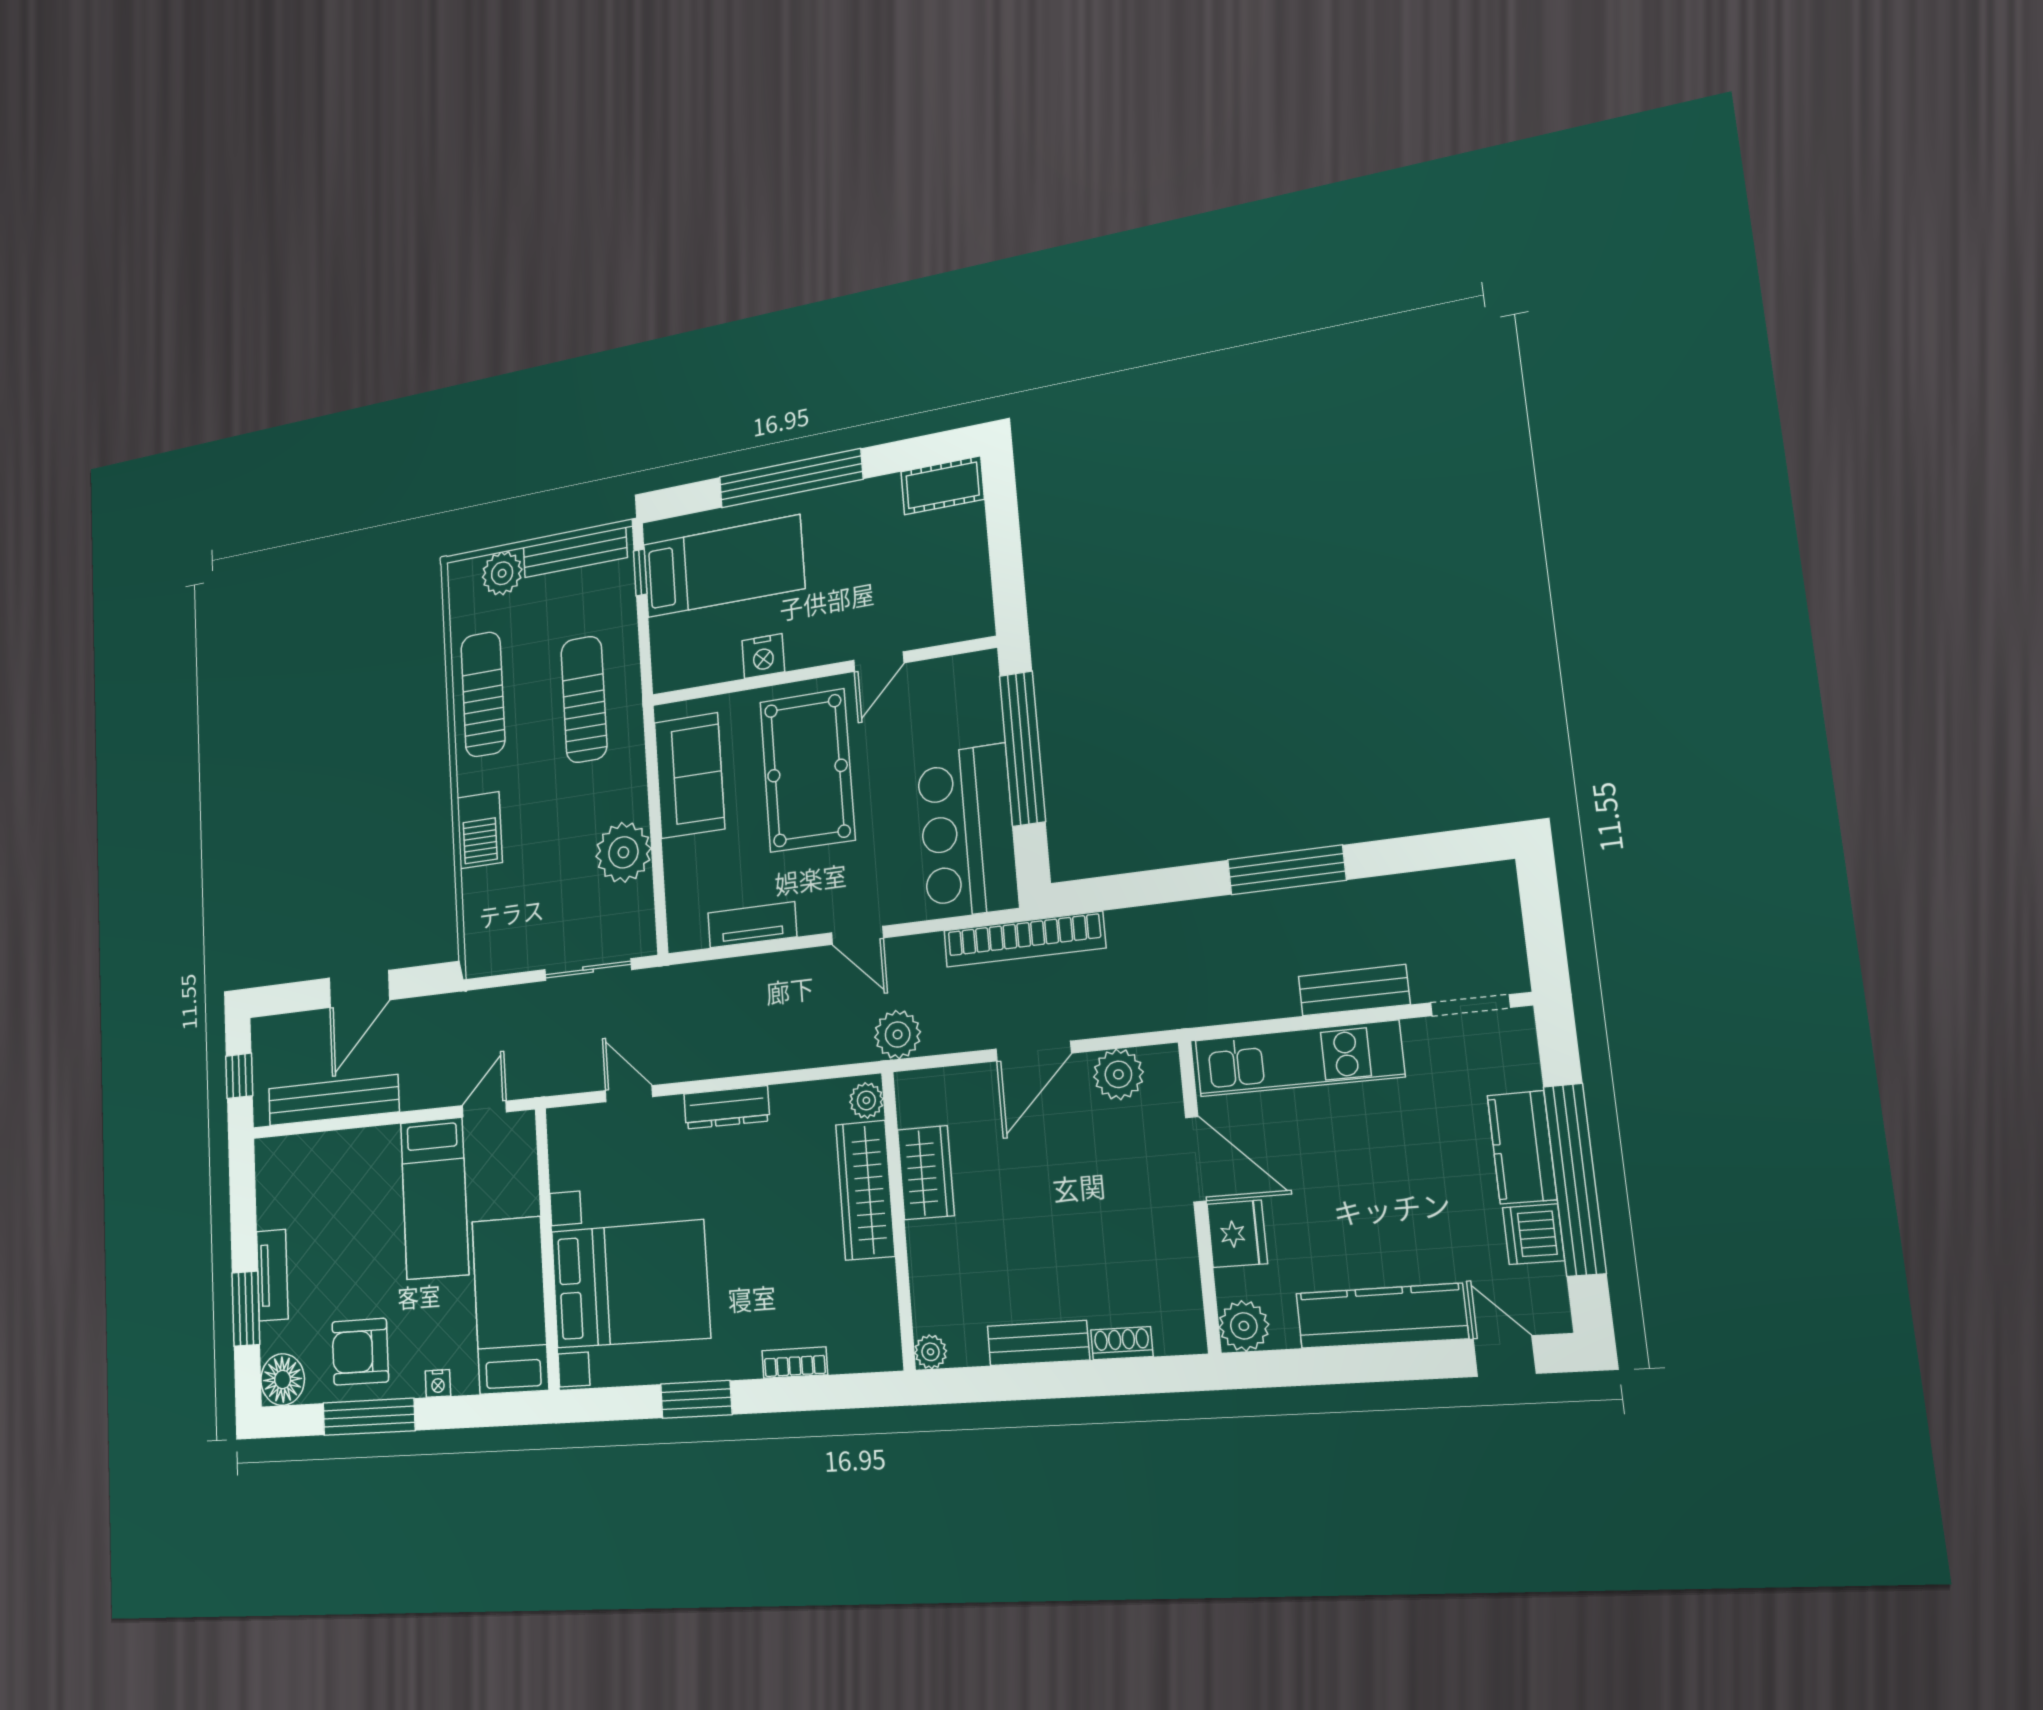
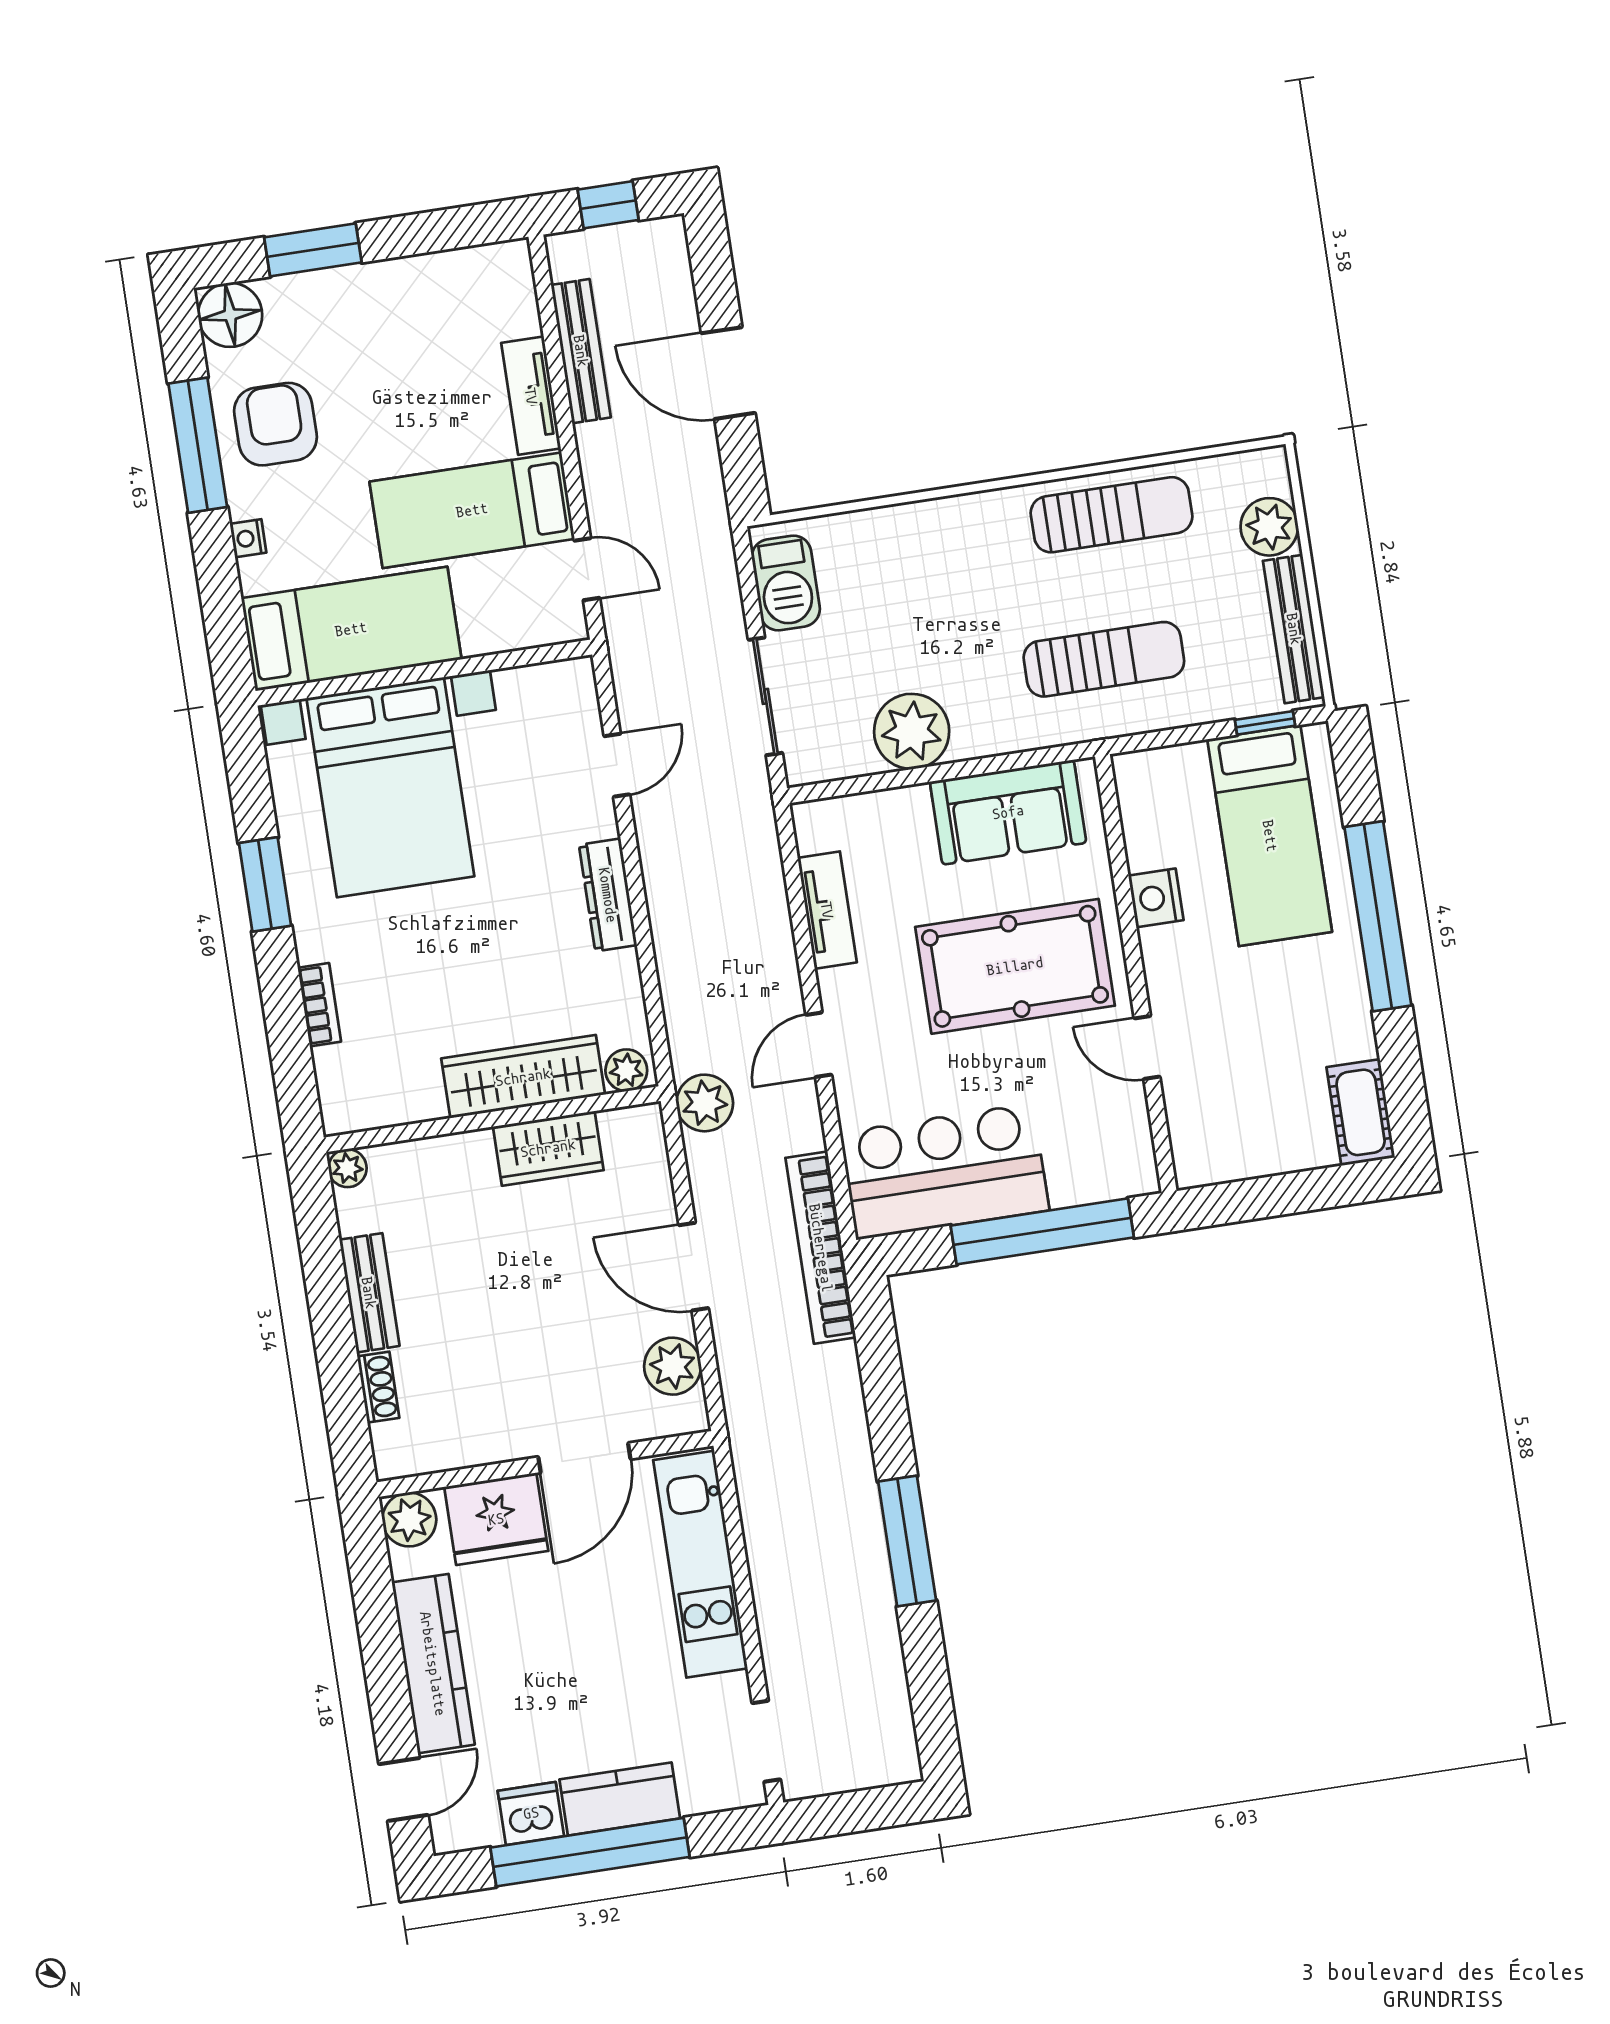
barbecue: (480, 830) -> (786, 583), moved, turned -90
bench: (1354, 990) -> (777, 1620), removed
bench: (333, 1100) -> (581, 351), width x0.73, depth x0.82
fridge: (1237, 1234) -> (496, 1519), width x1.36, depth x1.34
tv unit: (272, 1275) -> (531, 396), moved, turned 90

